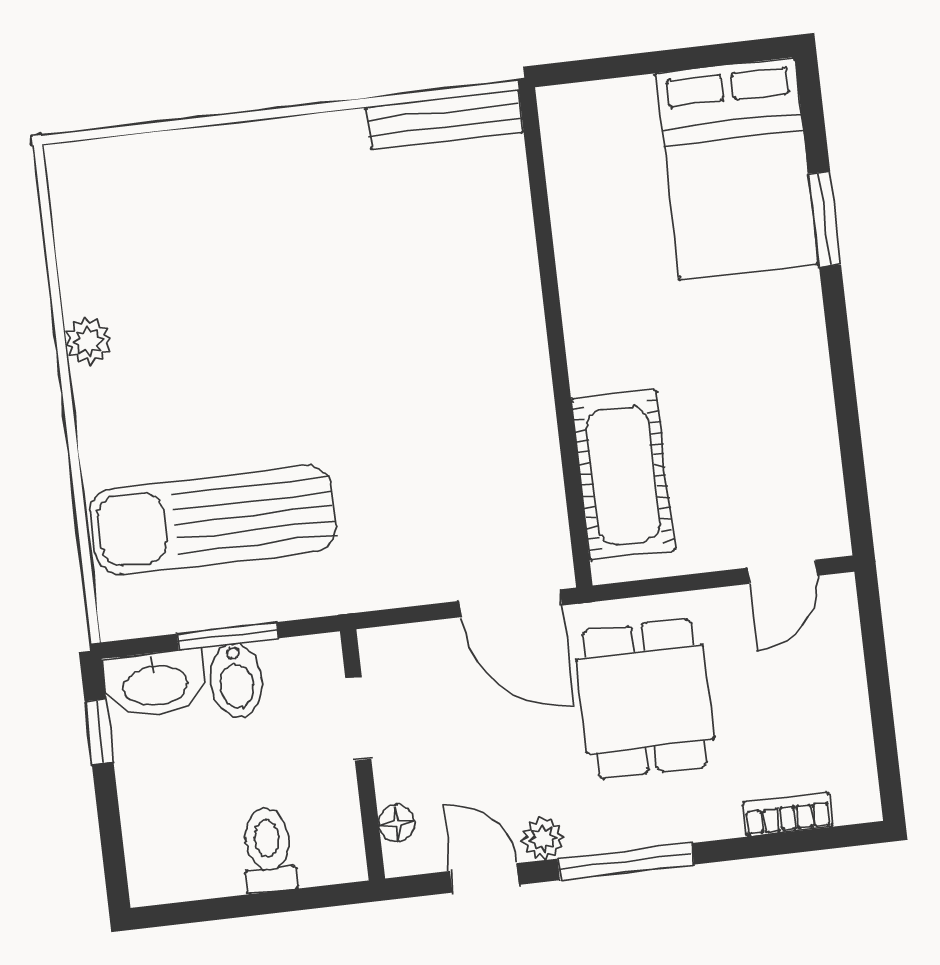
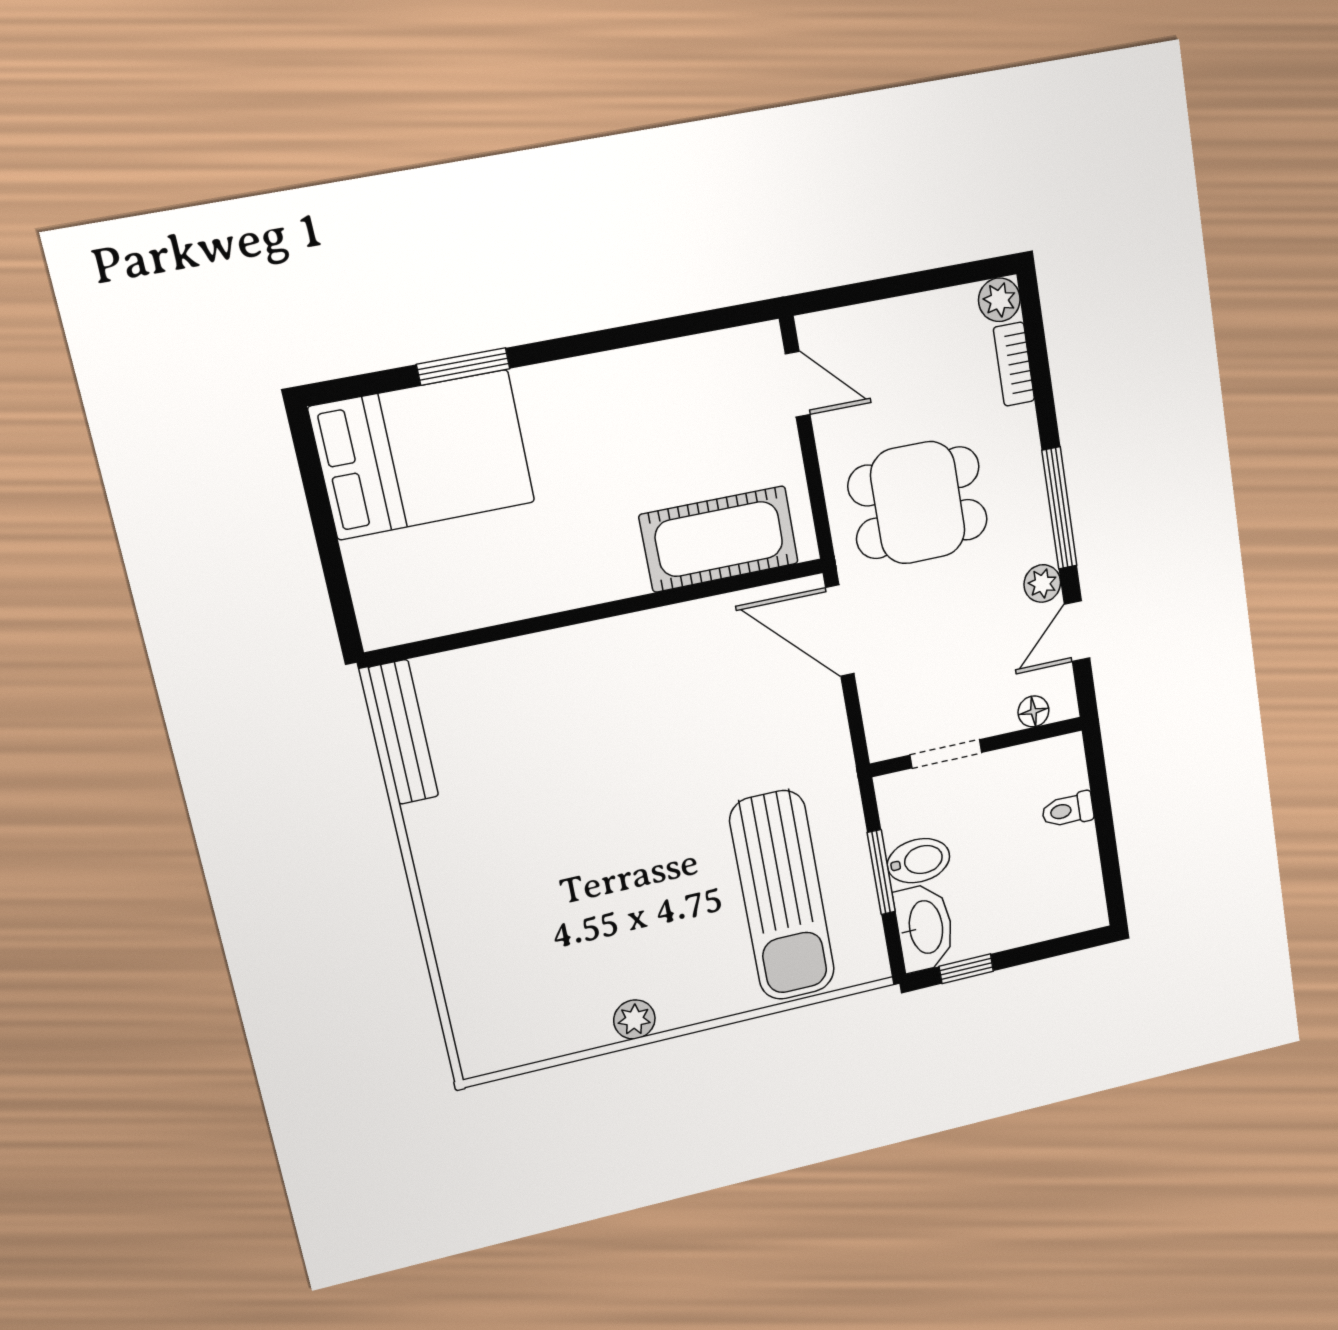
door: (511, 603) -> (840, 631), swing flipped
plant: (857, 800) -> (999, 300), added
toilet: (268, 850) -> (1068, 810), width x0.73, depth x0.72

